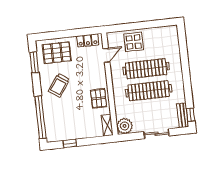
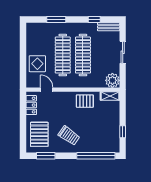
window: (184, 57) -> (56, 19), added
window: (191, 115) -> (94, 19), moved

